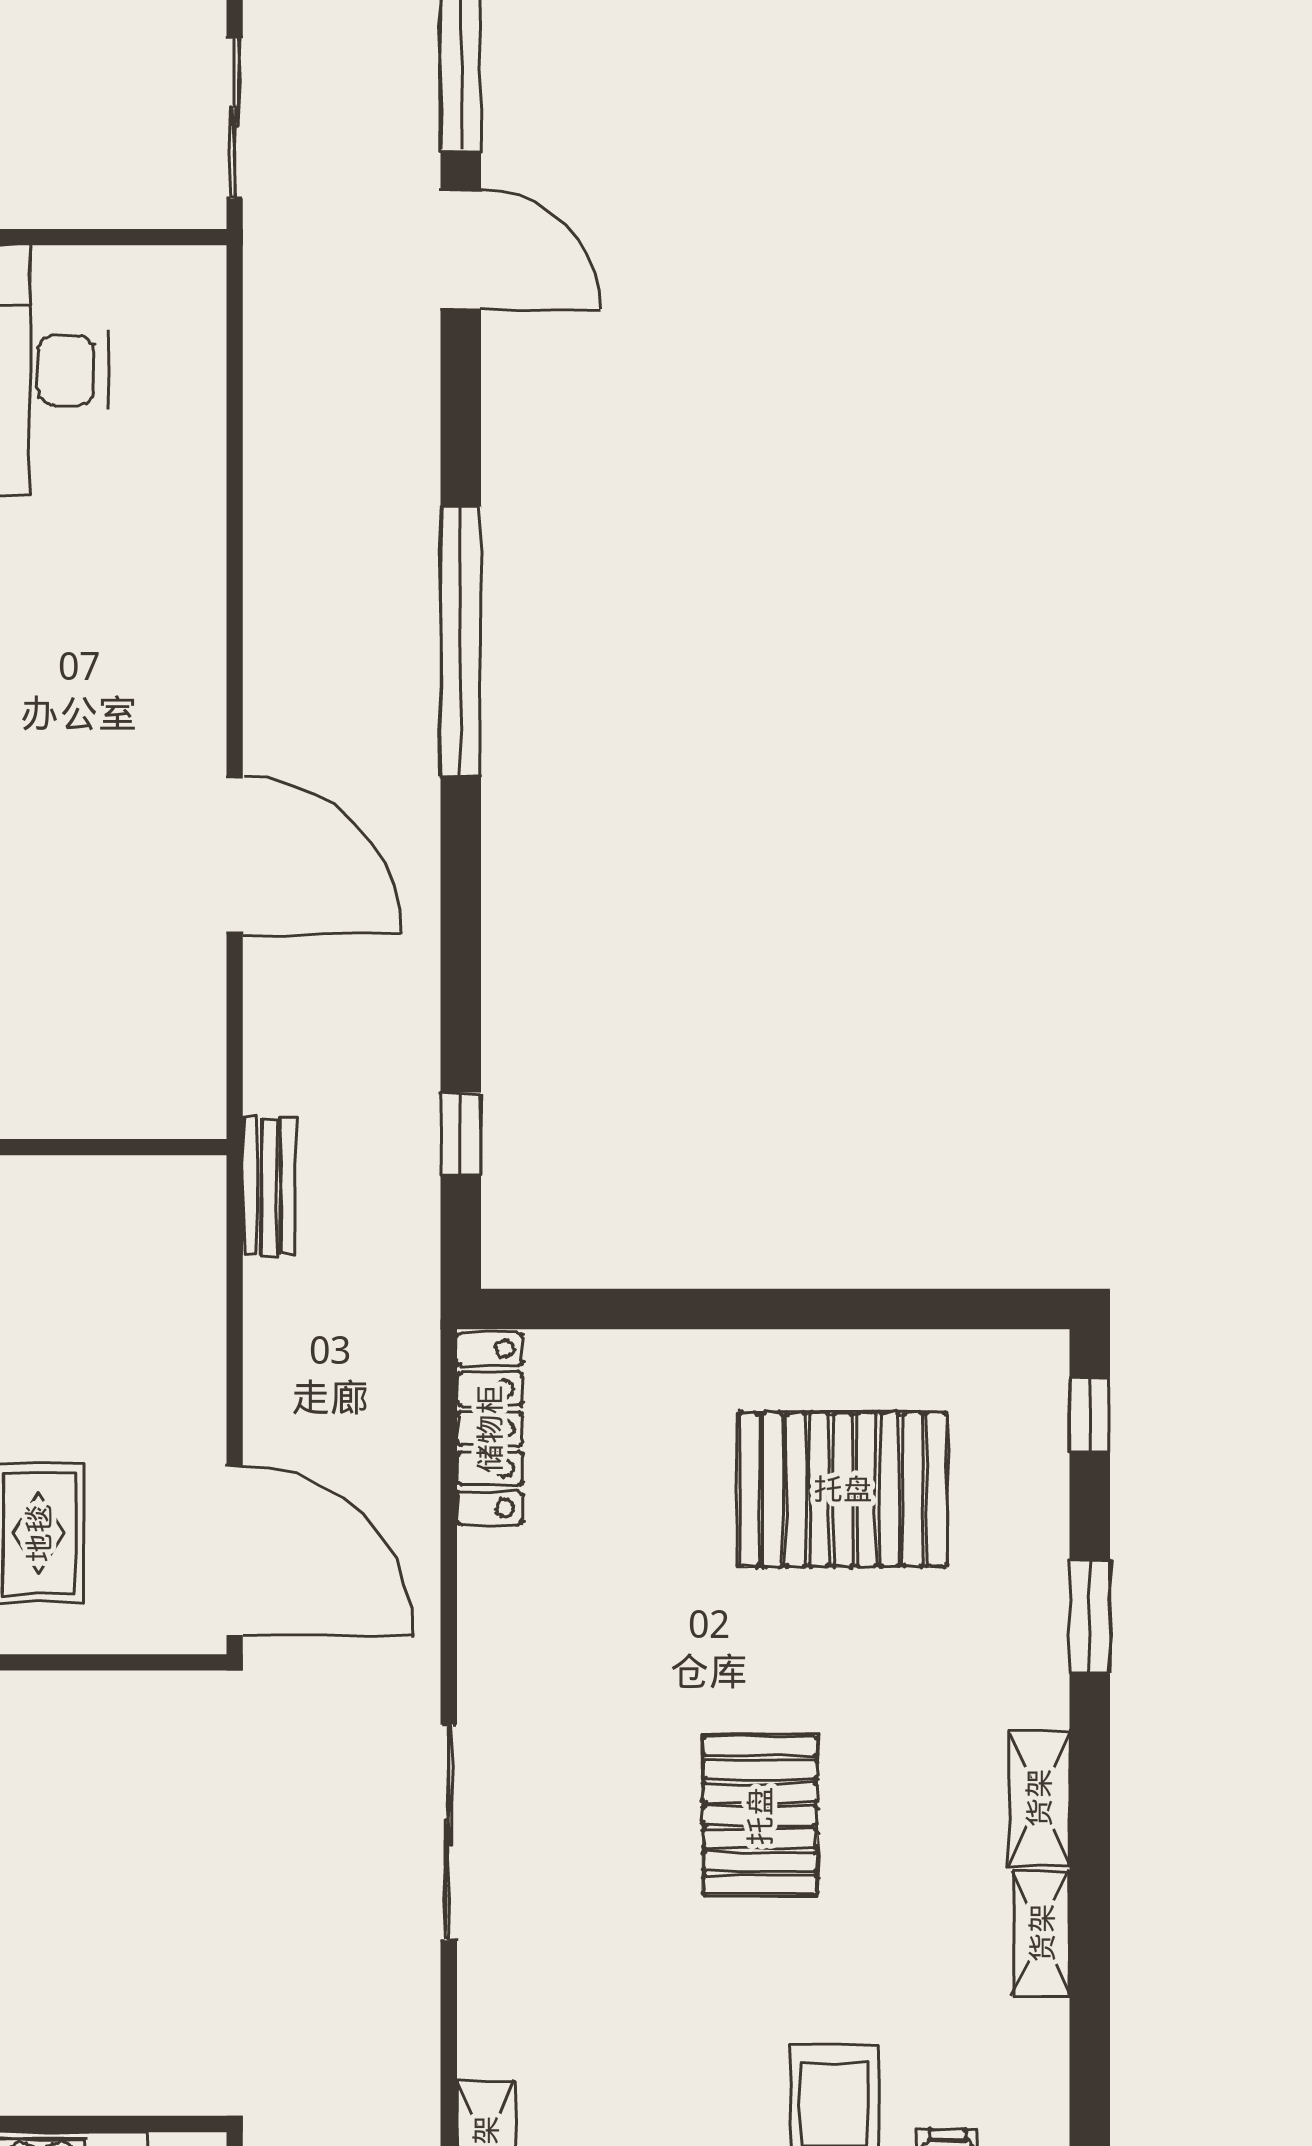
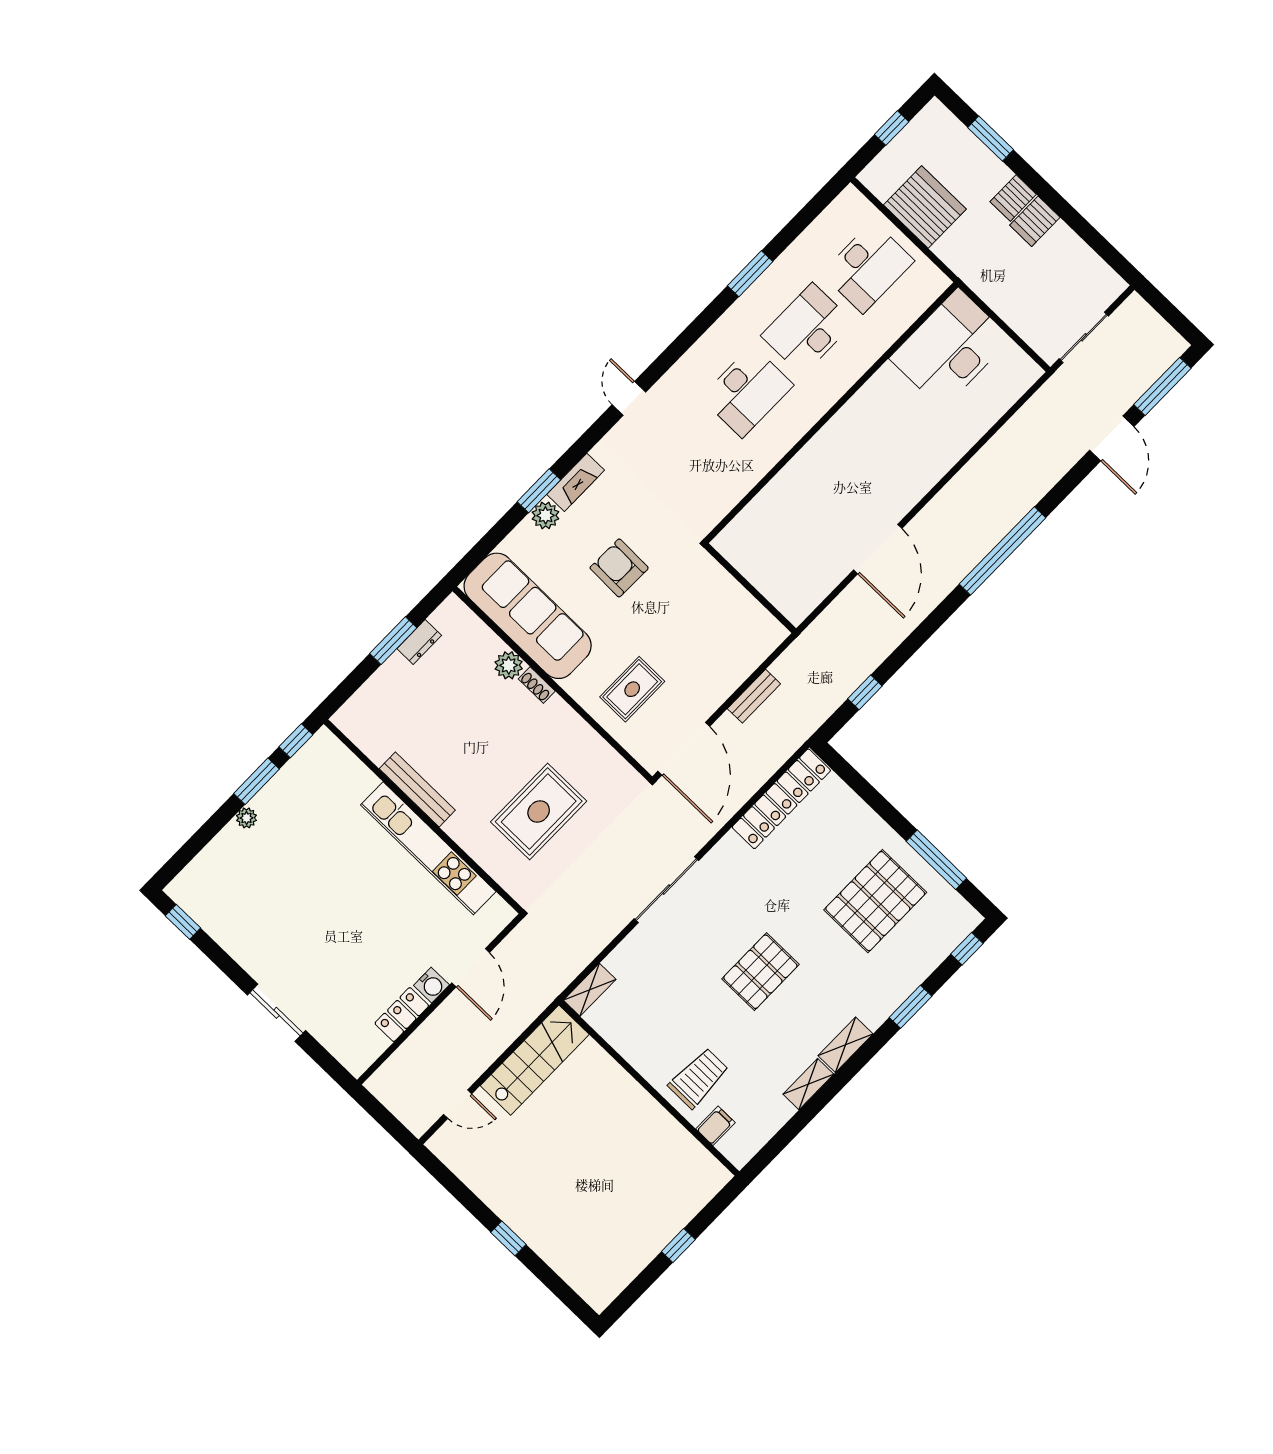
bench: (269, 1186) -> (754, 696), moved
window: (880, 1309) -> (936, 860), added
locker: (490, 1429) -> (781, 799), width x1.41, depth x1.21
pallet: (843, 1489) -> (875, 901), turned 90
rug: (84, 1915) -> (539, 811), added

